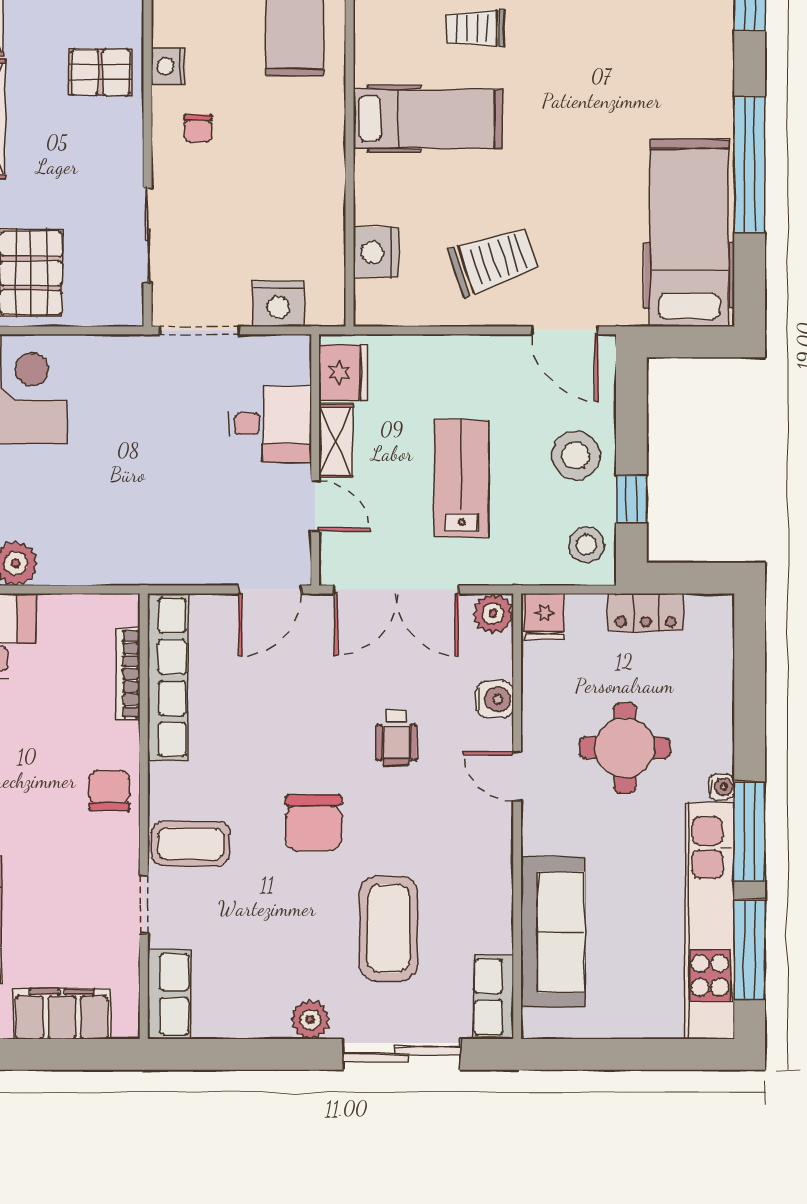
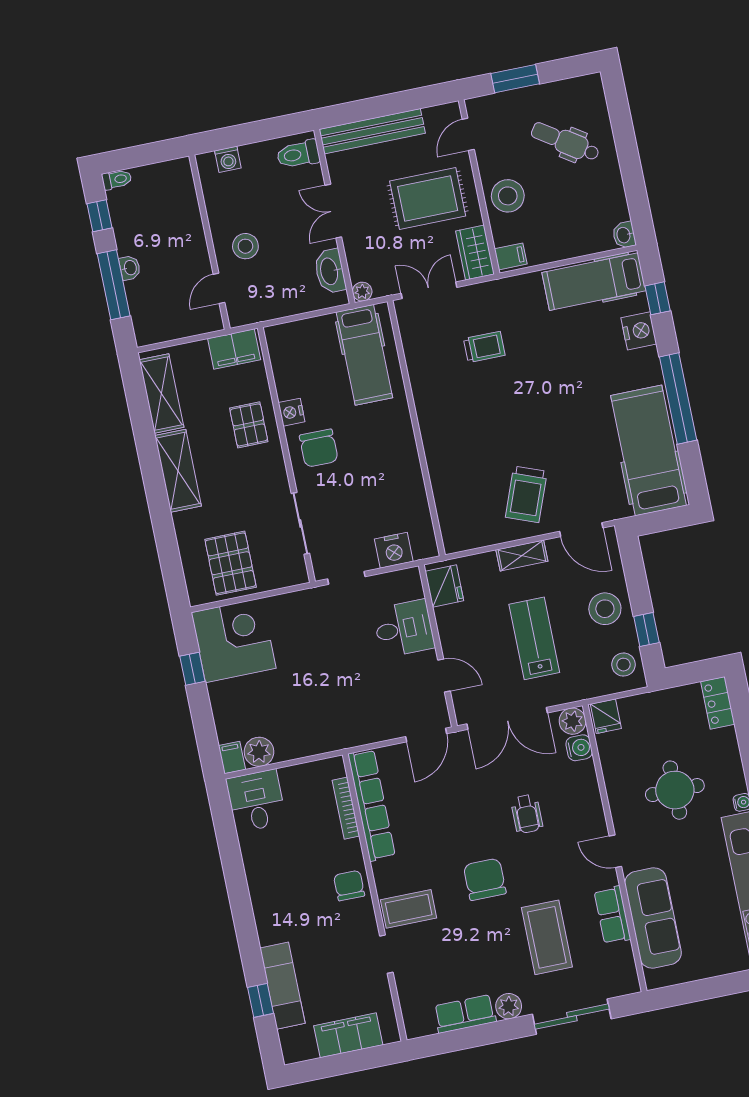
trolley: (476, 28) -> (484, 347), turned 180
pallet: (101, 72) -> (249, 425), turned 90
hospital bed: (428, 119) -> (465, 412), removed
chair: (198, 128) -> (319, 448), width x1.87, depth x1.87
nightstand: (376, 253) -> (639, 331), moved, turned 180
trolley: (494, 261) -> (526, 494), turned 129
doorway: (199, 330) -> (346, 578), width x0.73
shelving: (336, 441) -> (522, 556), moved, turned 90
locker: (646, 612) -> (718, 703), moved, turned 90
water cooler: (495, 699) -> (579, 748), moved
door: (517, 776) -> (615, 851), moved
chair: (314, 823) -> (485, 879), turned 180
row of seats: (169, 994) -> (465, 1014), moved, turned -90
row of seats: (493, 997) -> (612, 915), moved

